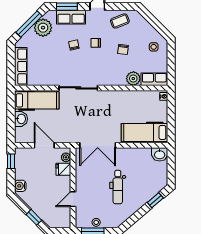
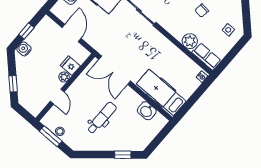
washbasin: (160, 154) -> (147, 111), moved
plant: (66, 157) -> (64, 77), moved
window: (11, 161) -> (26, 31), moved
dental chair: (118, 187) -> (102, 118), turned 180
door: (73, 199) -> (57, 97), swing flipped

